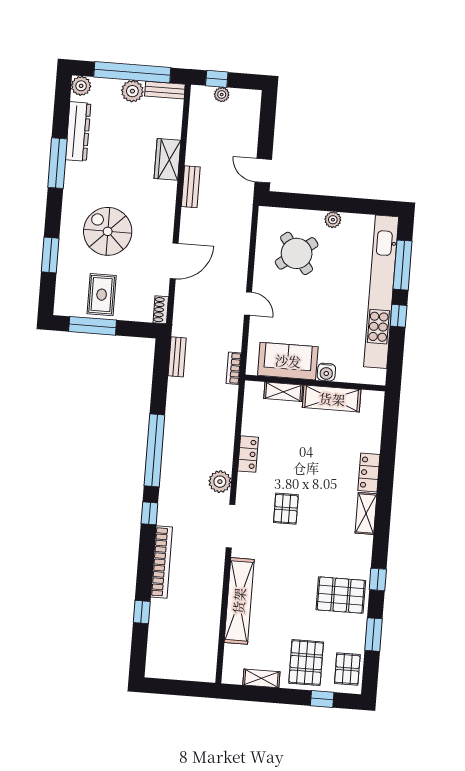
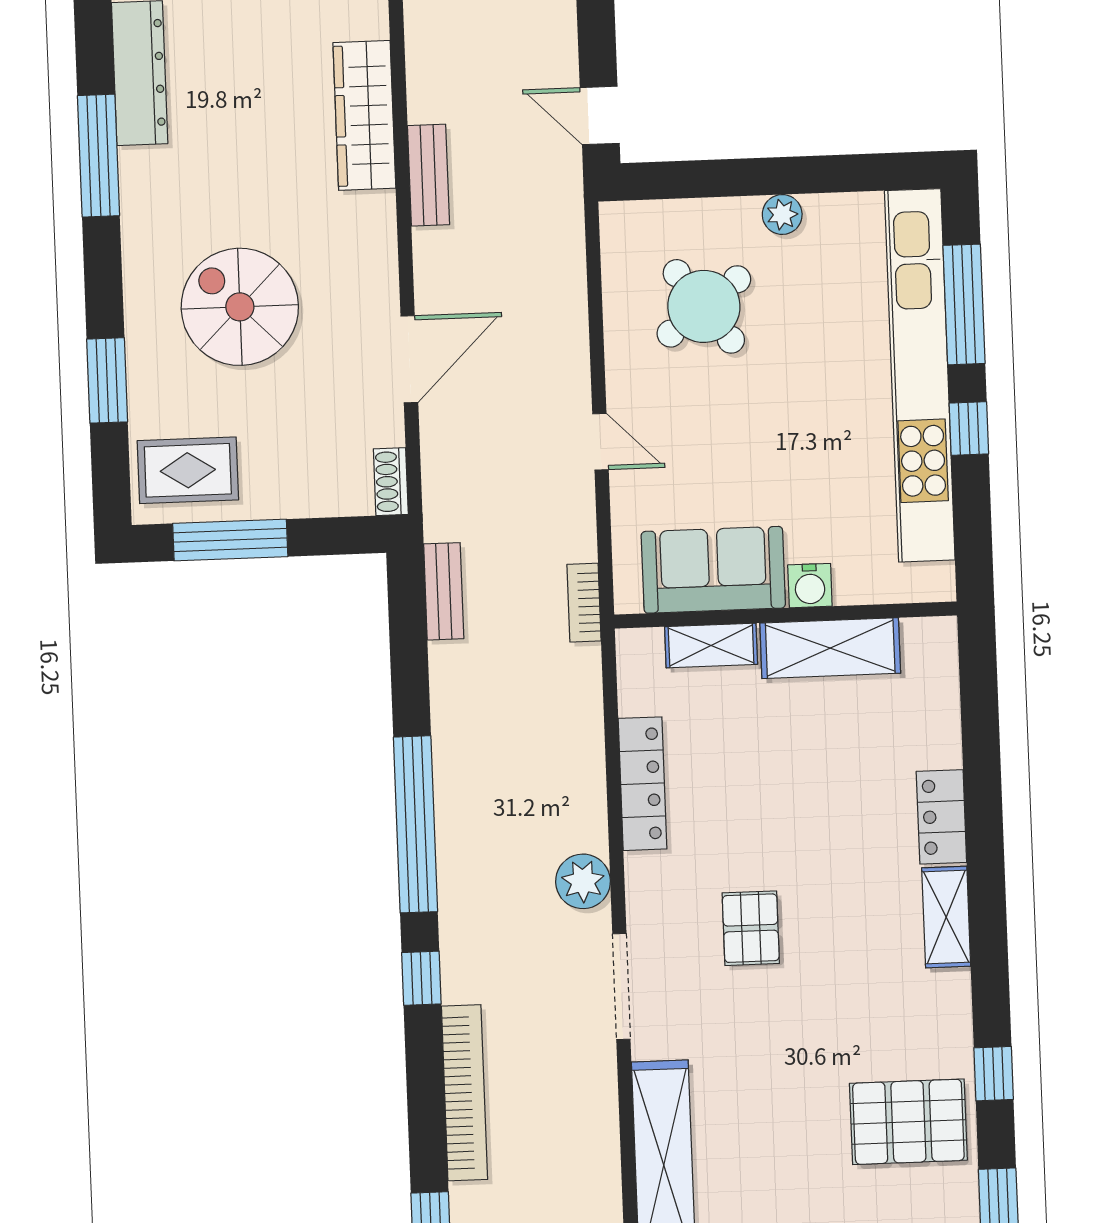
wardrobe: (168, 159) -> (364, 115), width x1.50
rug: (102, 295) -> (188, 470), moved, turned 90
locker: (248, 454) -> (643, 784), width x1.53

